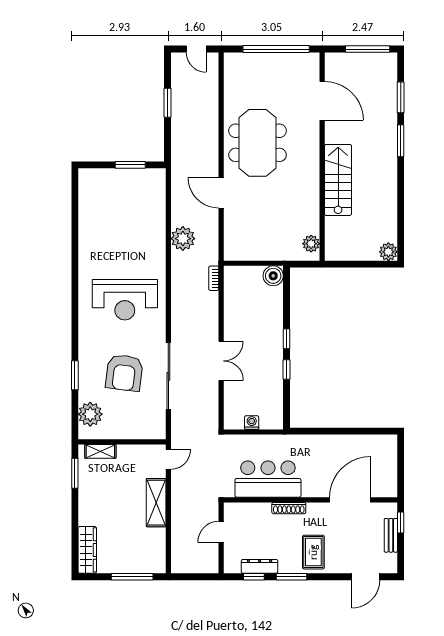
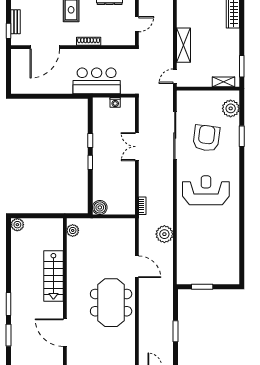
bar counter: (268, 479) -> (97, 81), moved, turned 180

